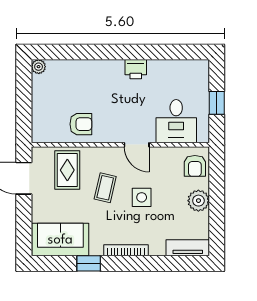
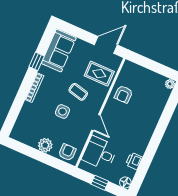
floor lamp: (201, 68) -> (125, 182), added
printer: (136, 69) -> (134, 161), moved
door: (137, 145) -> (96, 123), swing flipped
armchair: (195, 166) -> (67, 152), turned 90
tv unit: (188, 248) -> (19, 126), removed

